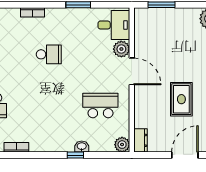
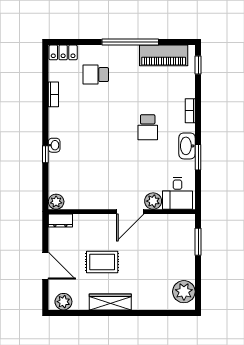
washbasin: (67, 16) -> (187, 146), added
school desk: (100, 105) -> (96, 180), removed
washbasin: (82, 146) -> (54, 145), moved

